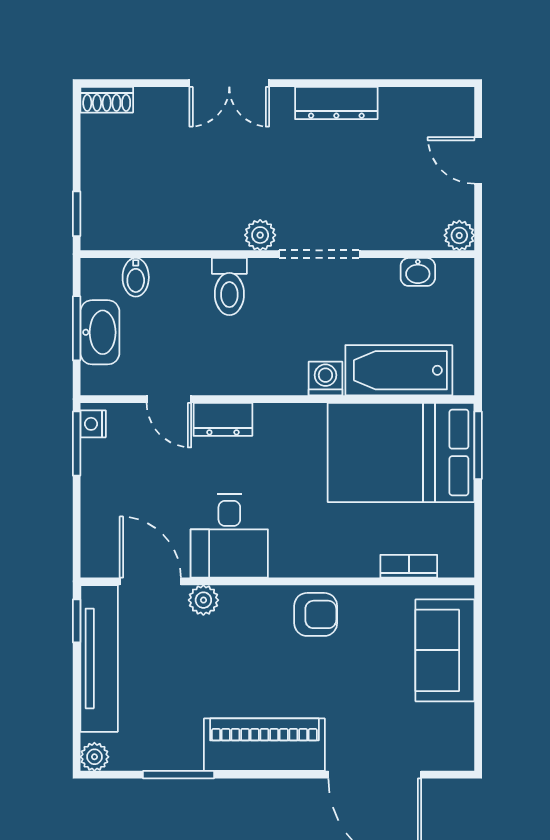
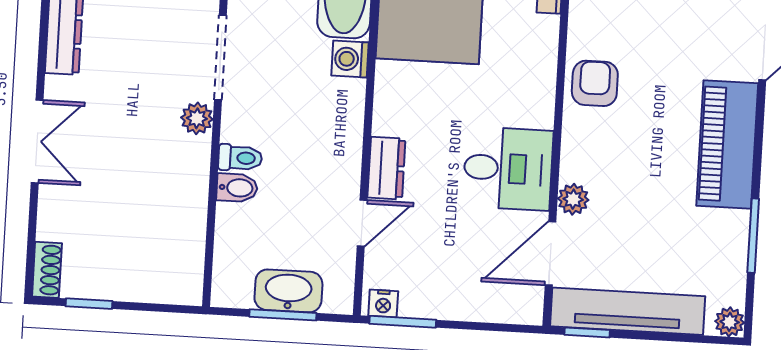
window: (77, 214) -> (89, 304), moved
bidet: (136, 277) -> (237, 188), moved
toilet: (229, 287) -> (240, 158), width x0.73, depth x0.72

